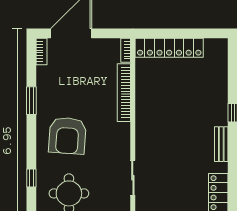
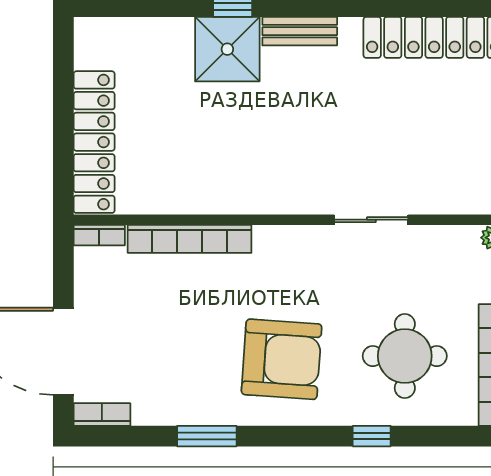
shower: (213, 110) -> (227, 49), added

